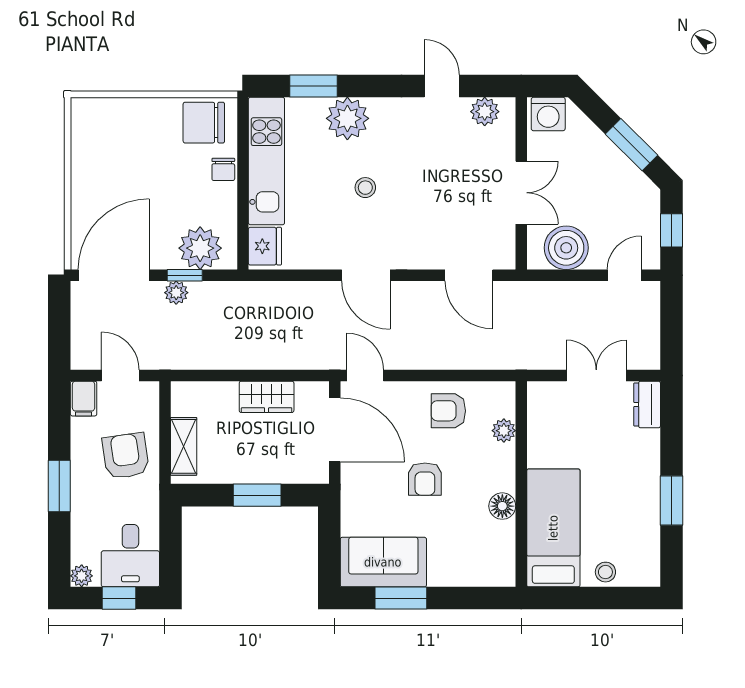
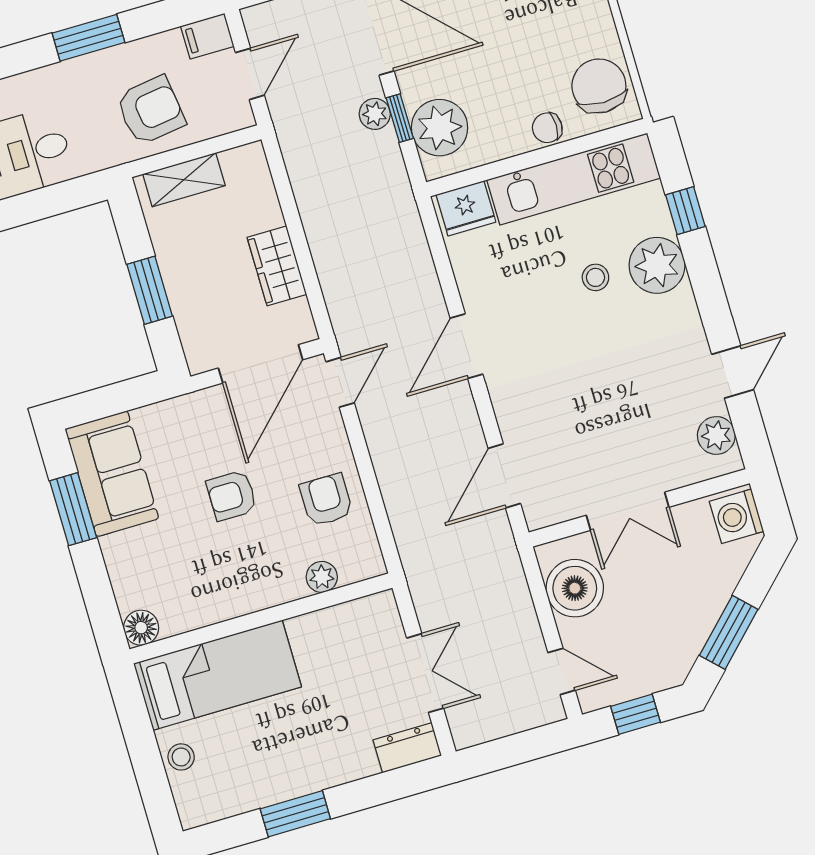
window: (314, 86) -> (685, 211), width x0.67
stool: (365, 188) -> (595, 277), moved
floor lamp: (502, 506) -> (141, 628), moved

